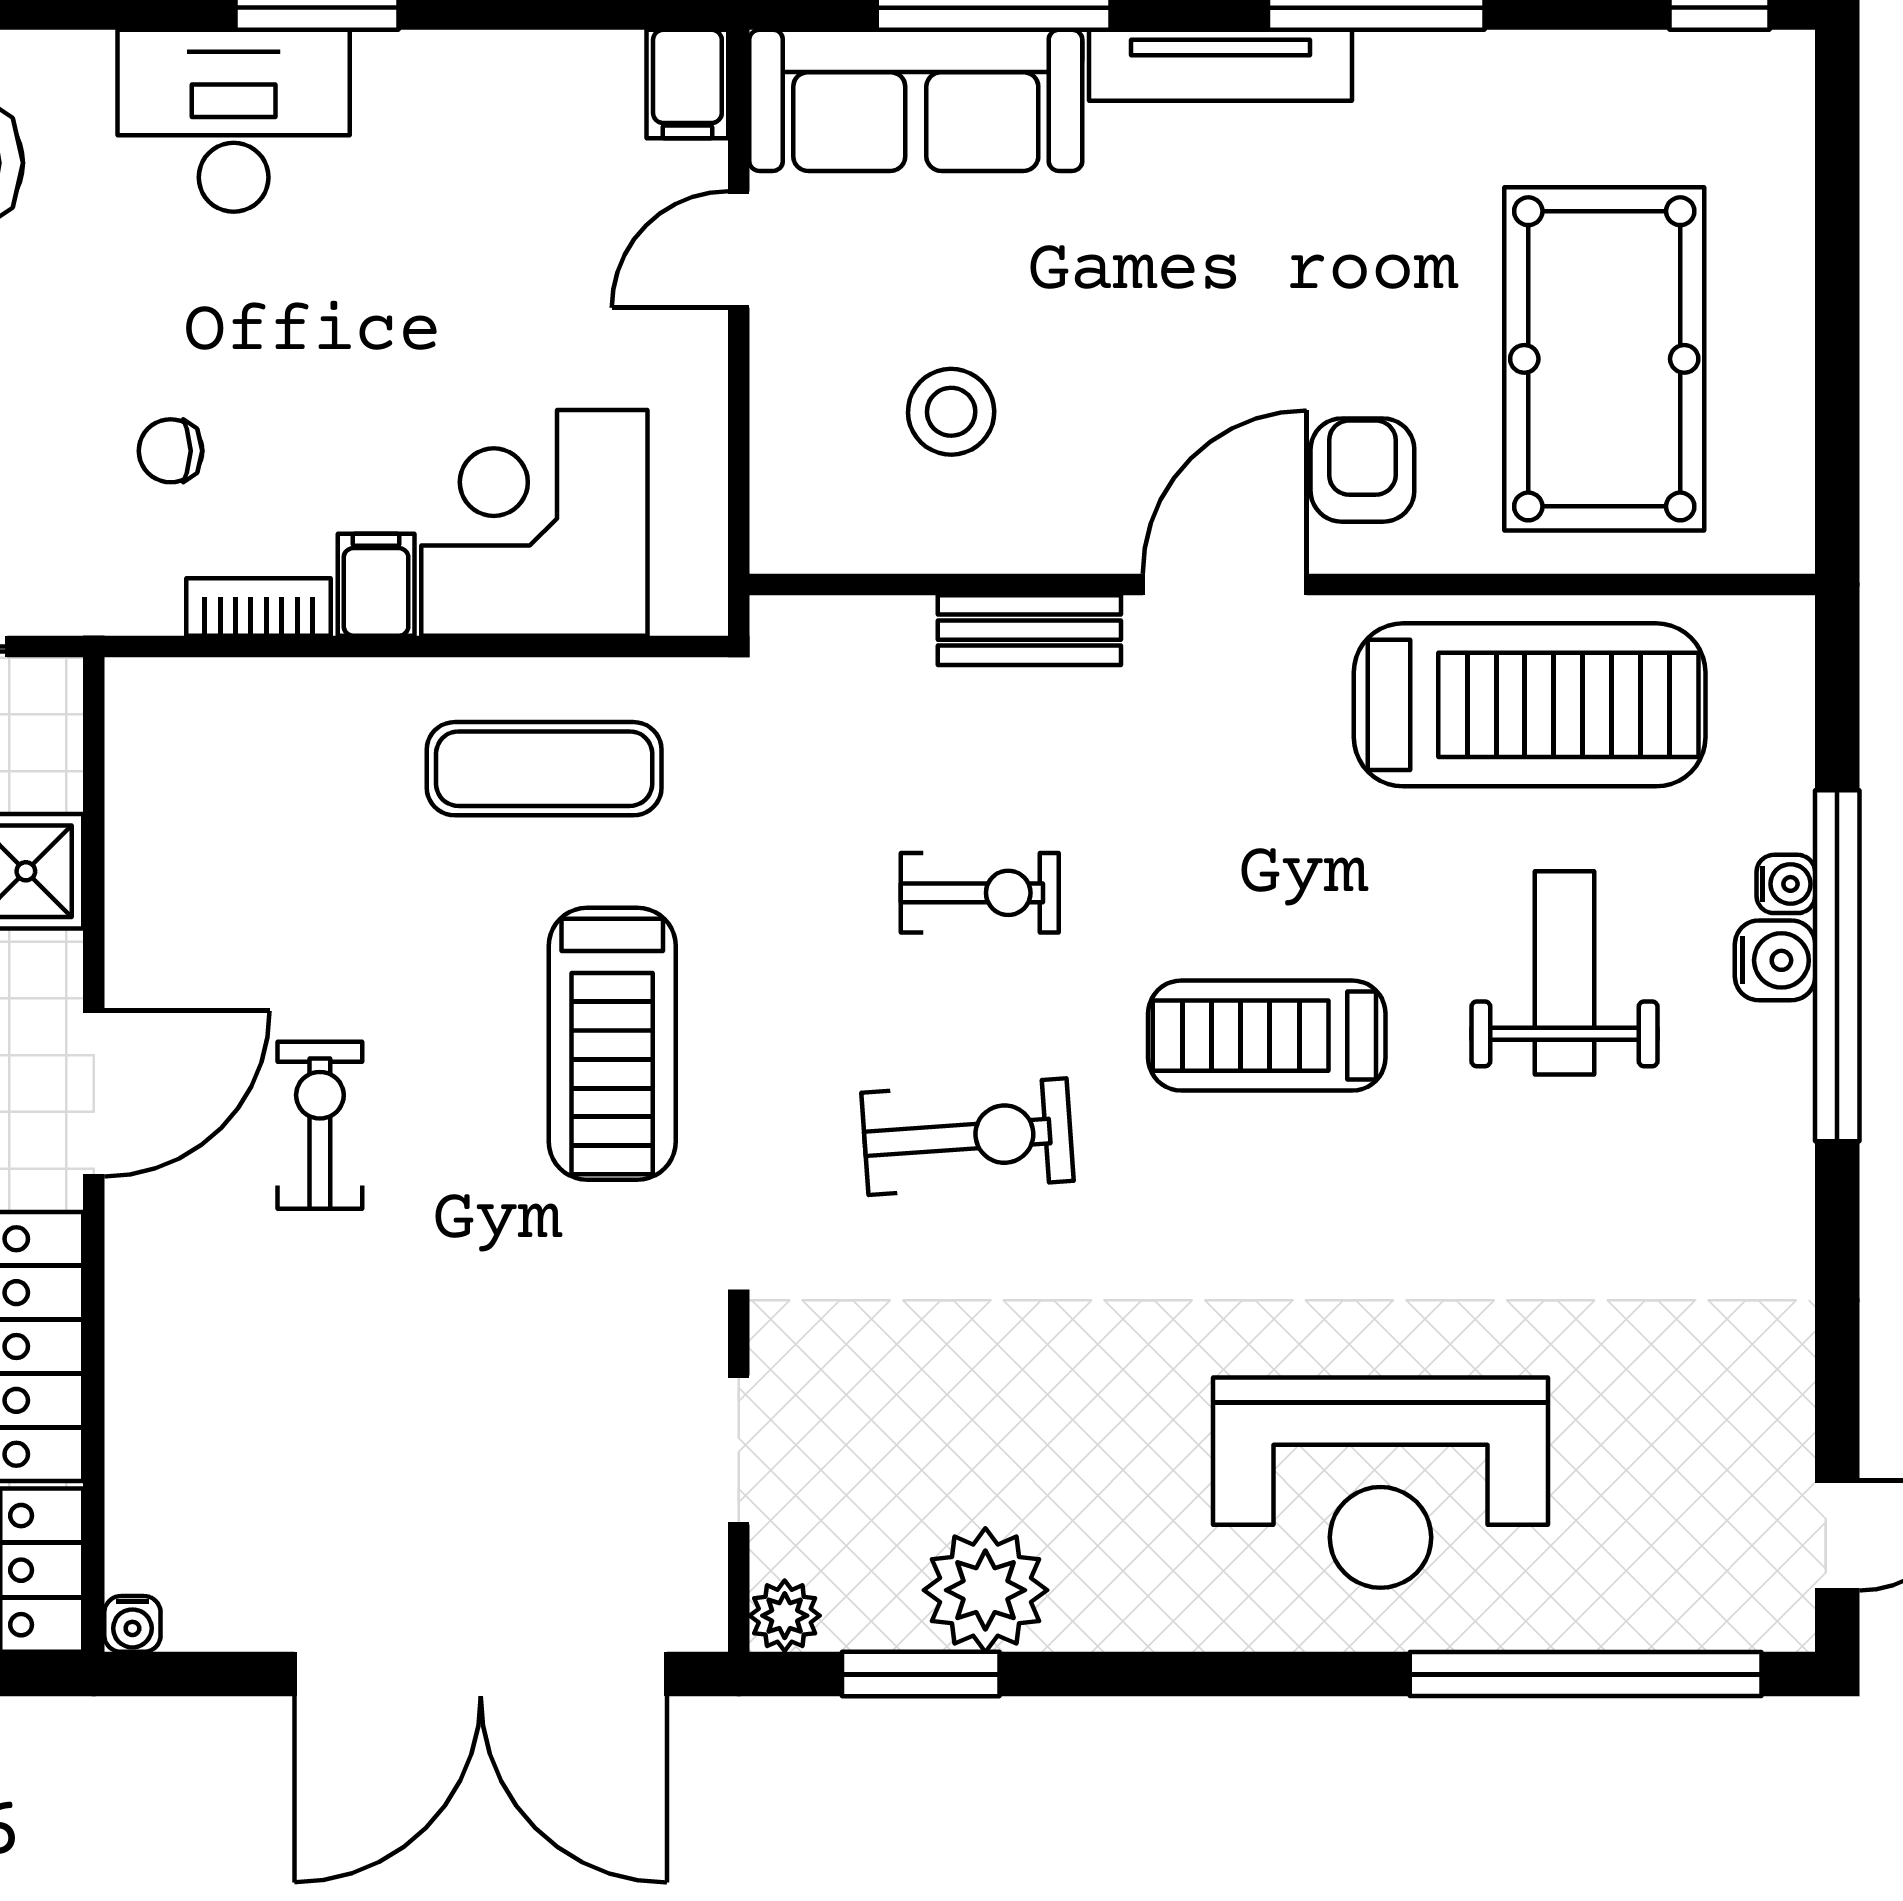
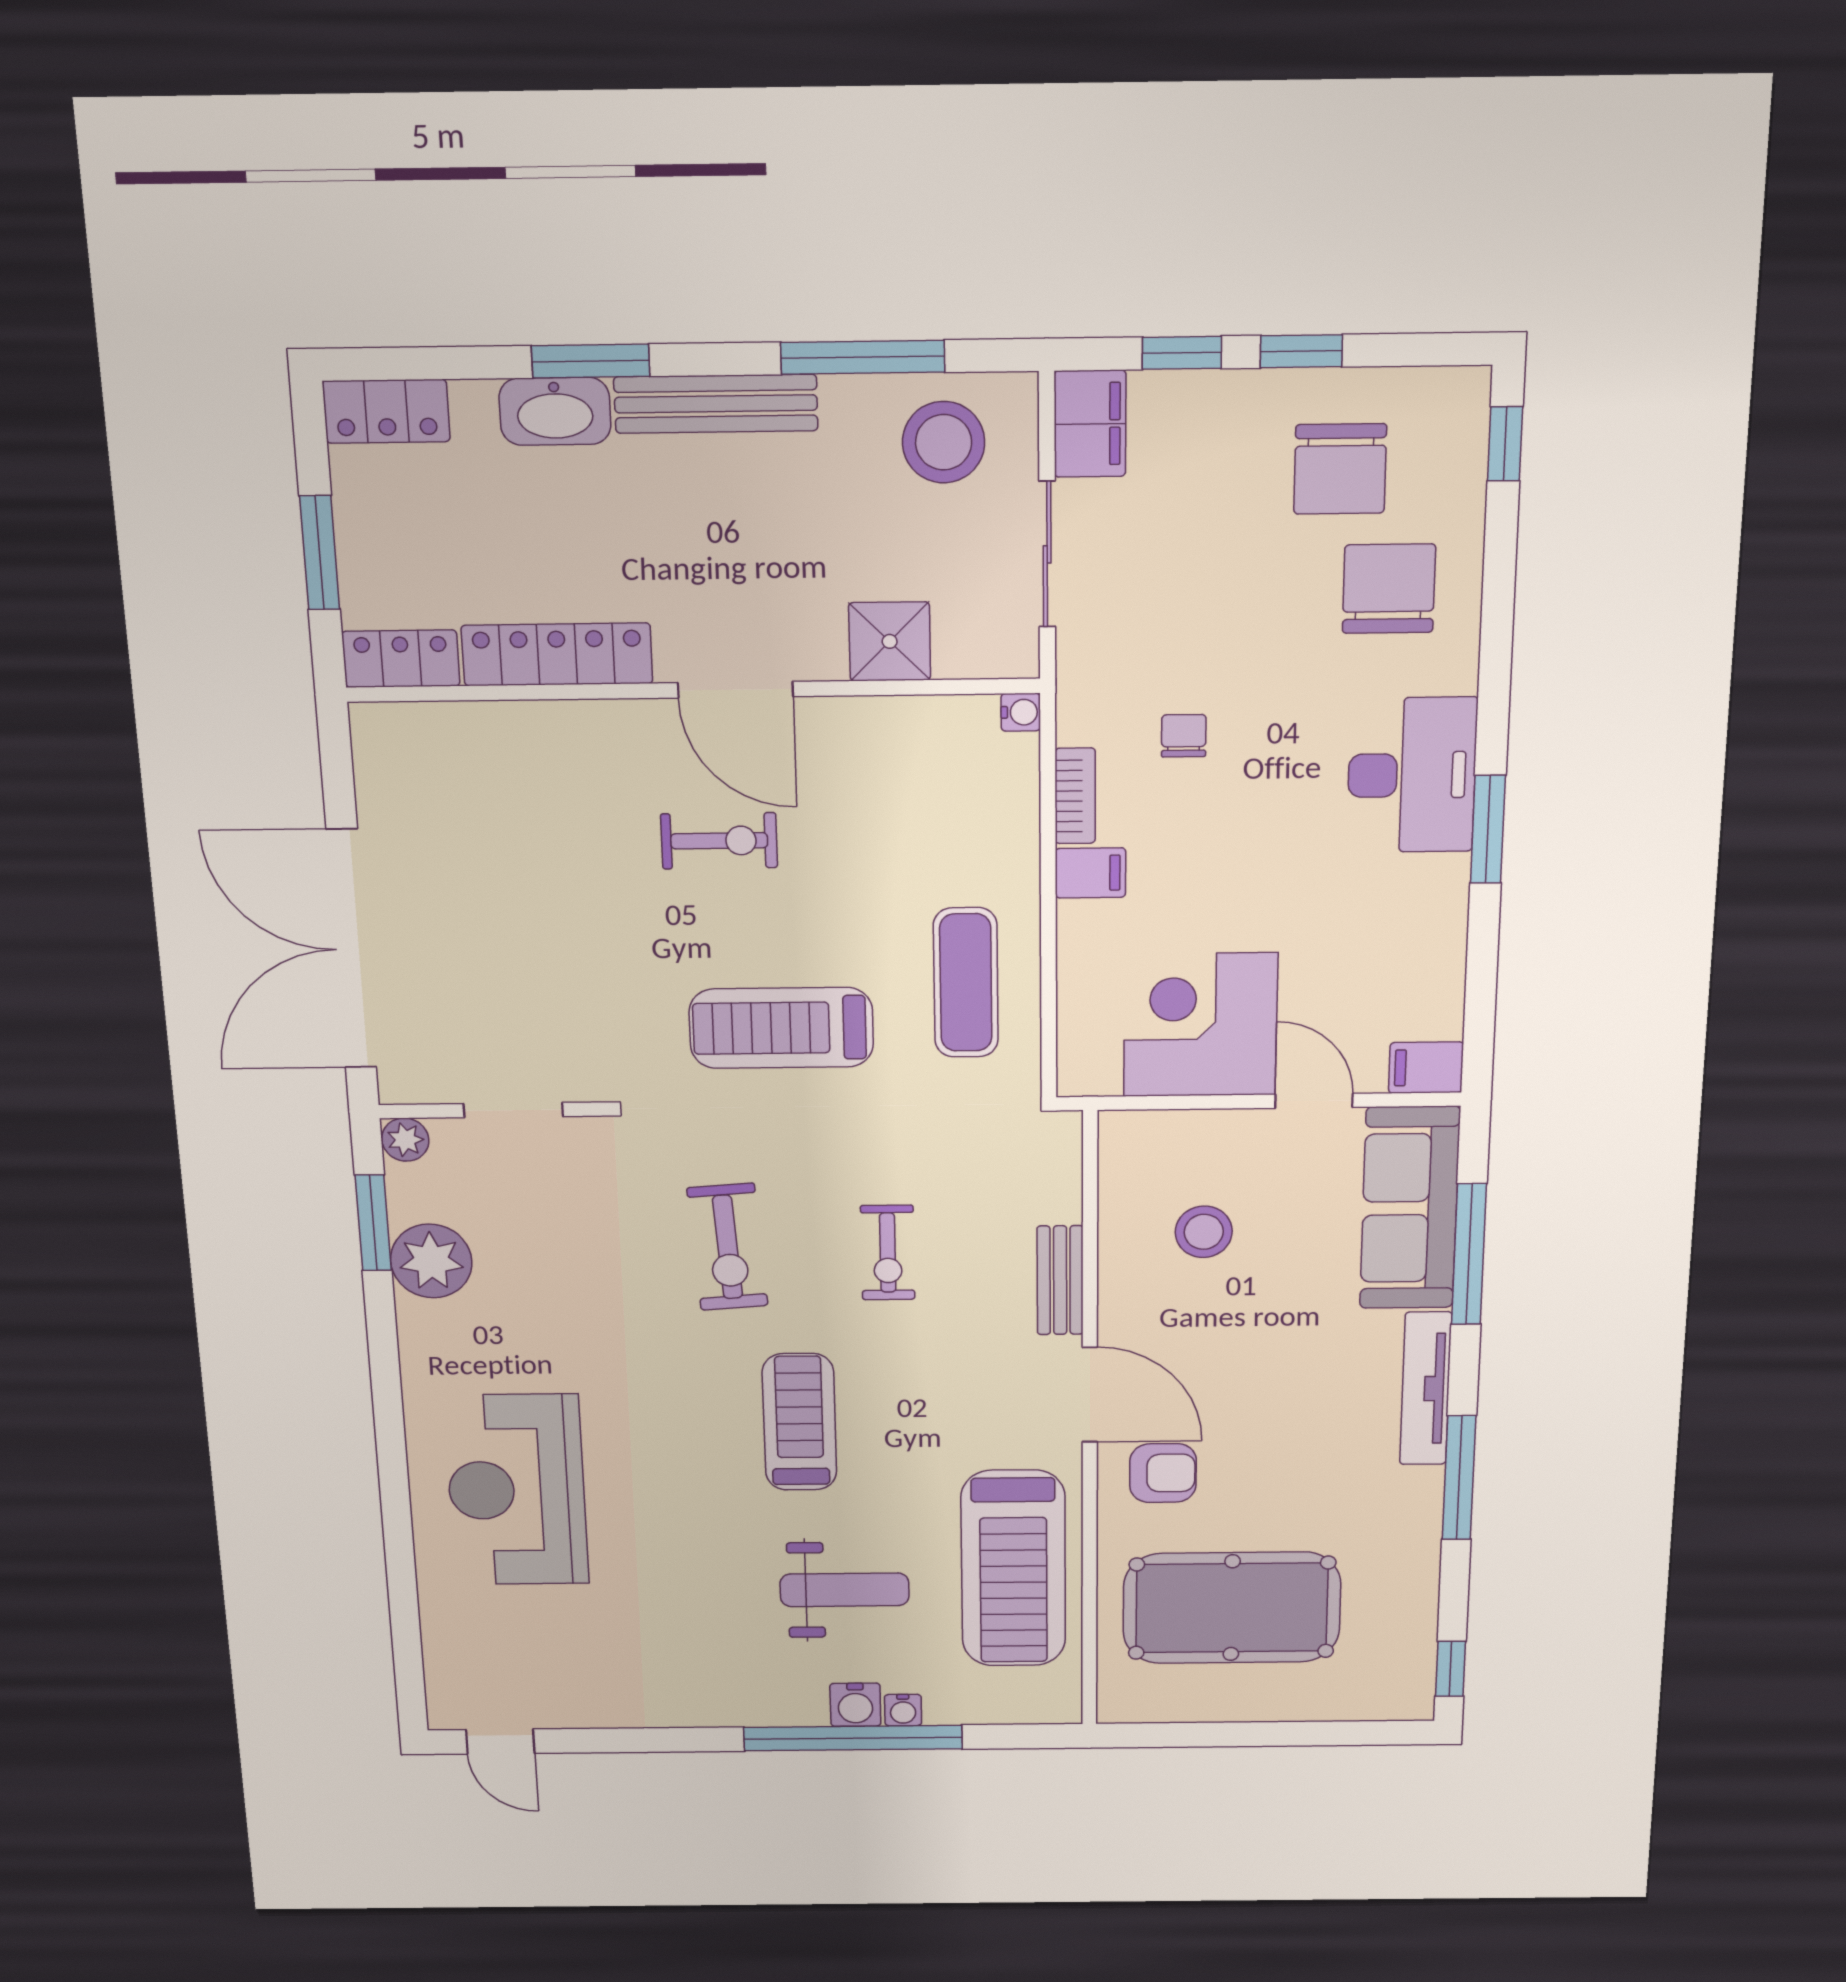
corner desk: (534, 523) -> (1200, 1025), moved, turned -90
water cooler: (132, 1624) -> (1021, 712), moved, turned 180
window: (1586, 1674) -> (404, 1606), removed

